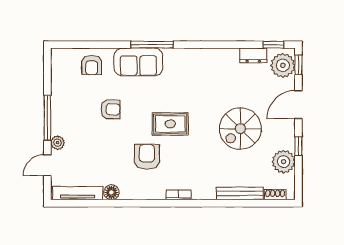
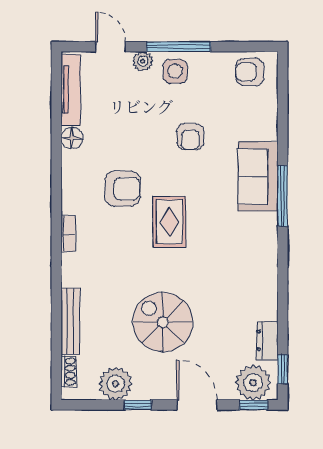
armchair: (92, 65) -> (250, 72), moved
side table: (65, 120) -> (175, 71), added

